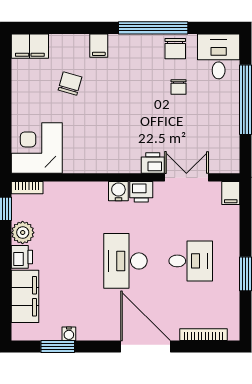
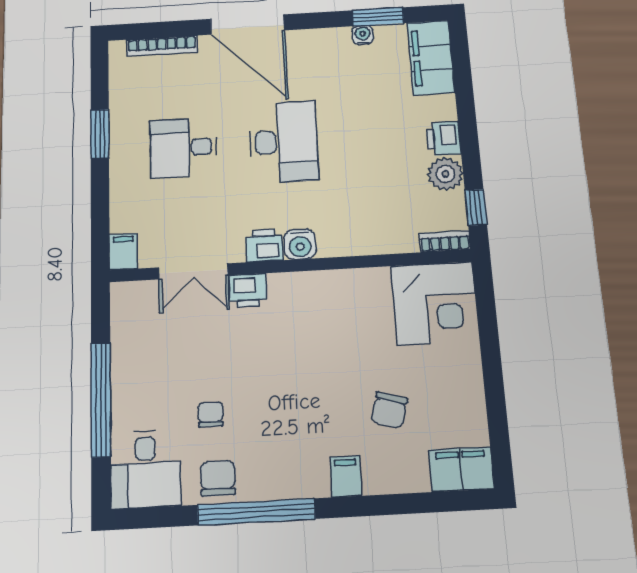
filing cabinet: (25, 296) -> (431, 58), moved

